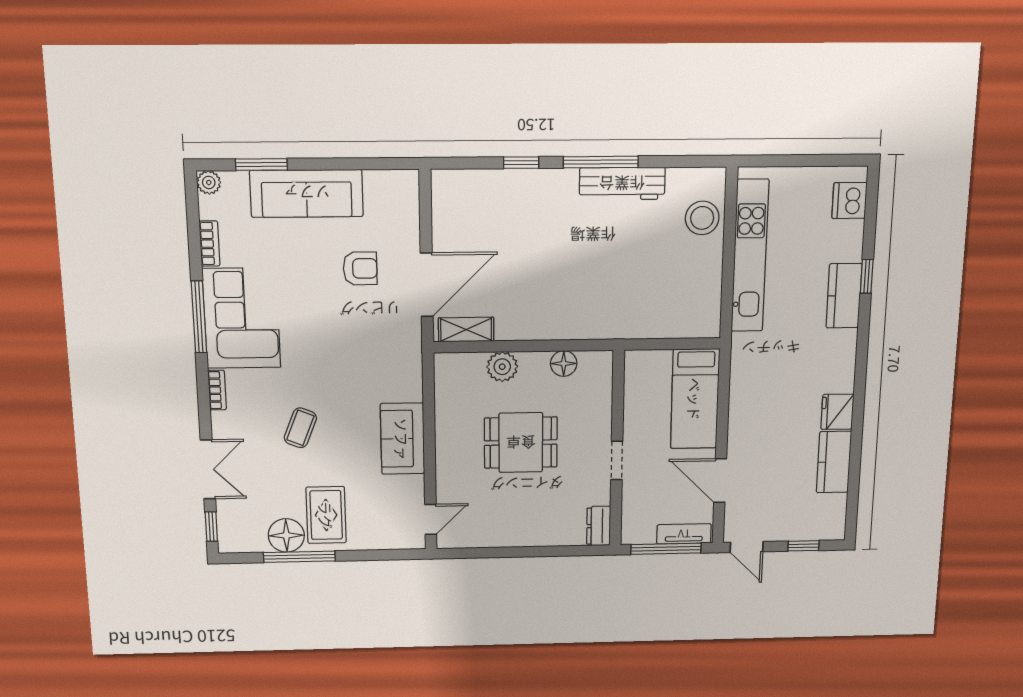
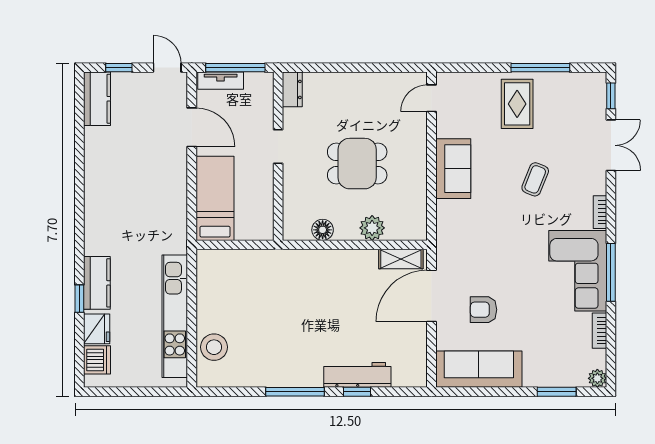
workbench: (622, 184) -> (357, 375), moved
sofa: (307, 193) -> (479, 369), moved
fridge: (837, 412) -> (97, 329), moved
kitchen counter: (834, 462) -> (97, 99), moved
double door: (208, 469) -> (611, 145), swing flipped
floor lamp: (286, 535) -> (550, 87), removed

